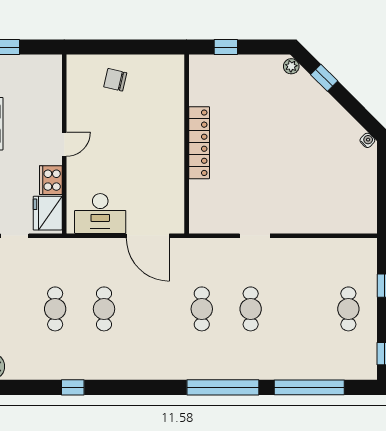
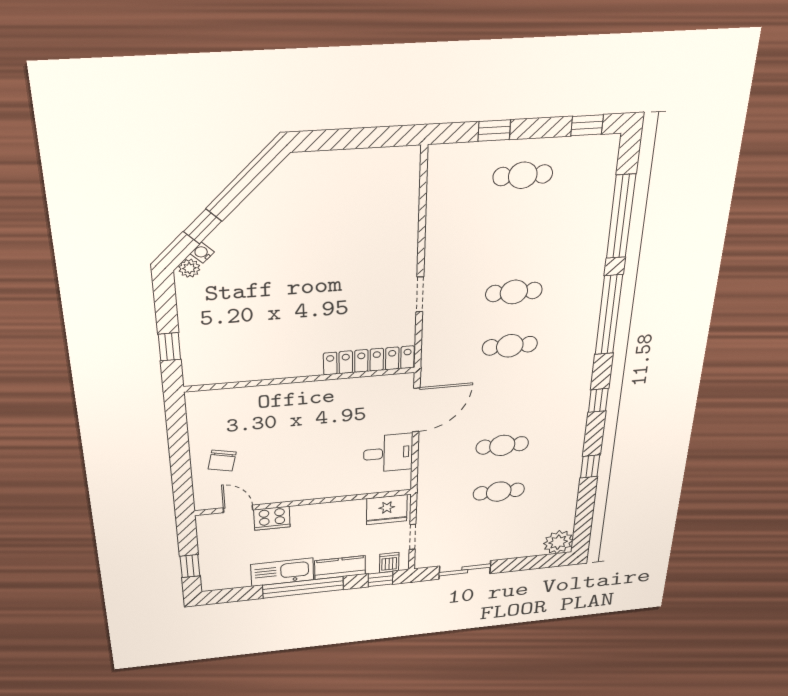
water cooler: (367, 140) -> (202, 253), moved
locker: (199, 143) -> (369, 360), moved
door: (64, 144) -> (238, 509), moved
cooker: (51, 180) -> (272, 518), moved
desk: (100, 213) -> (388, 453), width x0.73
window: (141, 387) -> (598, 400), added

